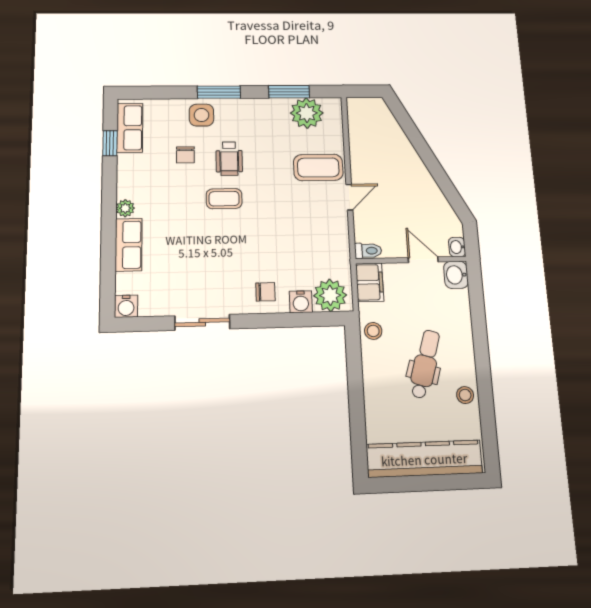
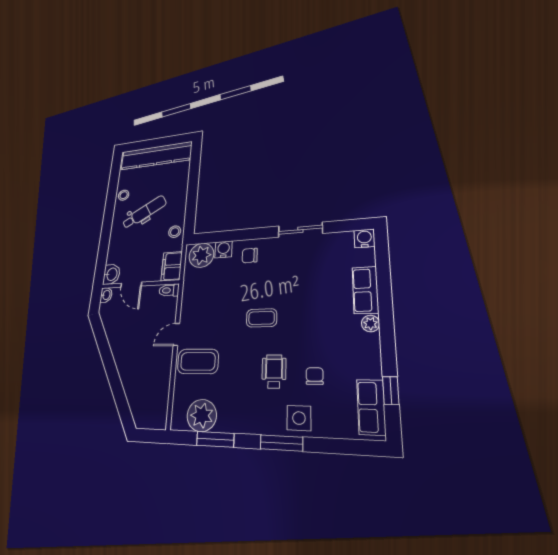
coffee table: (224, 199) -> (262, 318), moved
dental chair: (425, 364) -> (144, 212), turned -137

